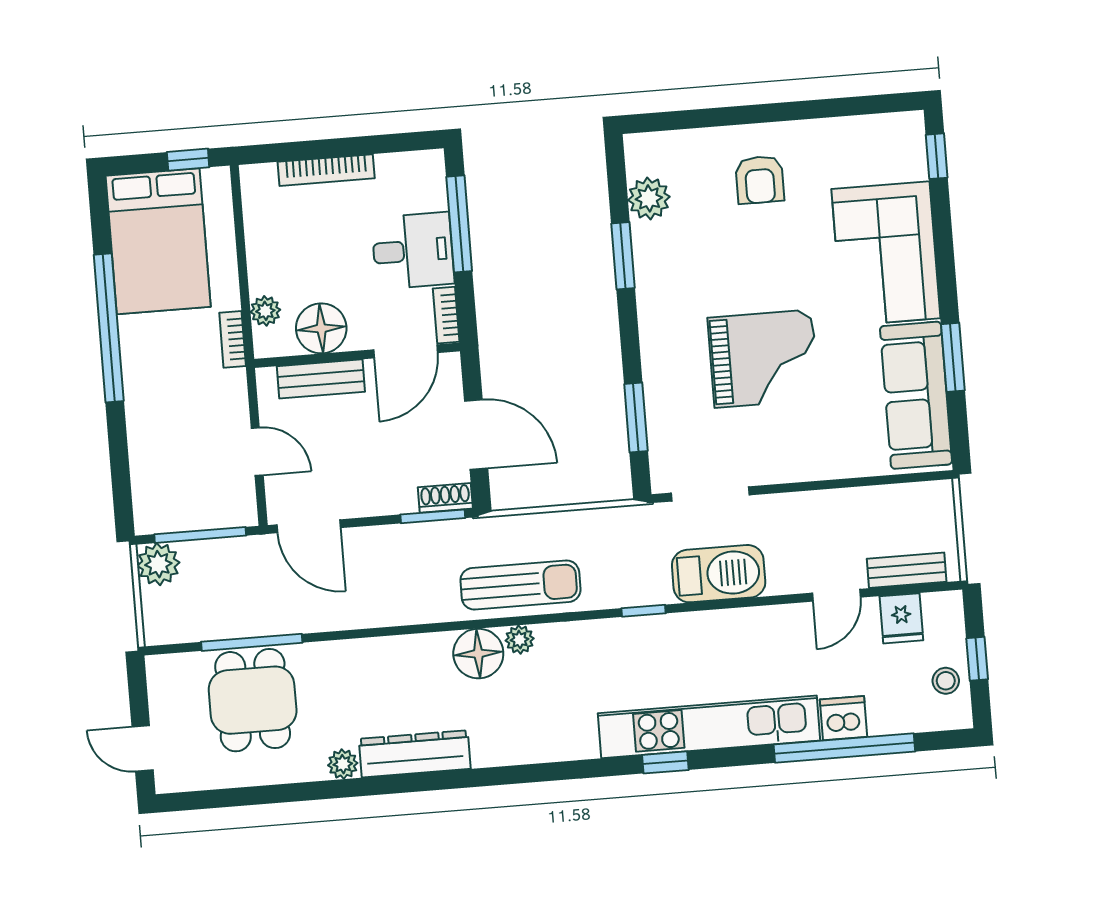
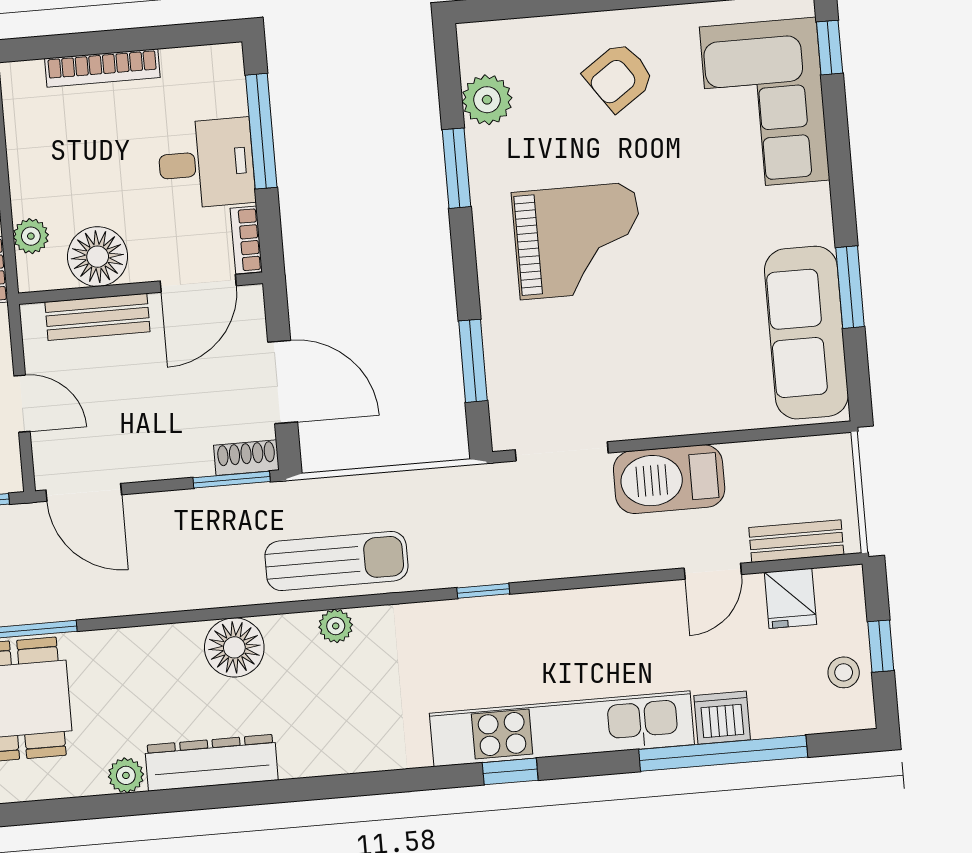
armchair: (760, 180) -> (619, 77), turned 55
corner sofa: (886, 254) -> (765, 104), moved
grand piano: (763, 359) -> (578, 241), moved
barbecue: (719, 574) -> (669, 479), moved, turned 180
floor lamp: (478, 654) -> (234, 647), moved

